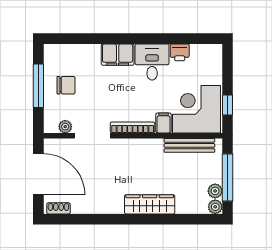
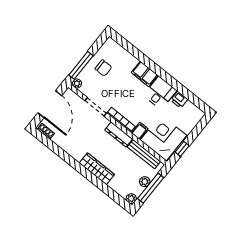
window: (38, 86) -> (81, 65), moved
plant: (65, 127) -> (77, 84), moved
dresser: (143, 146) -> (119, 134), added
plant: (215, 191) -> (145, 182), moved

